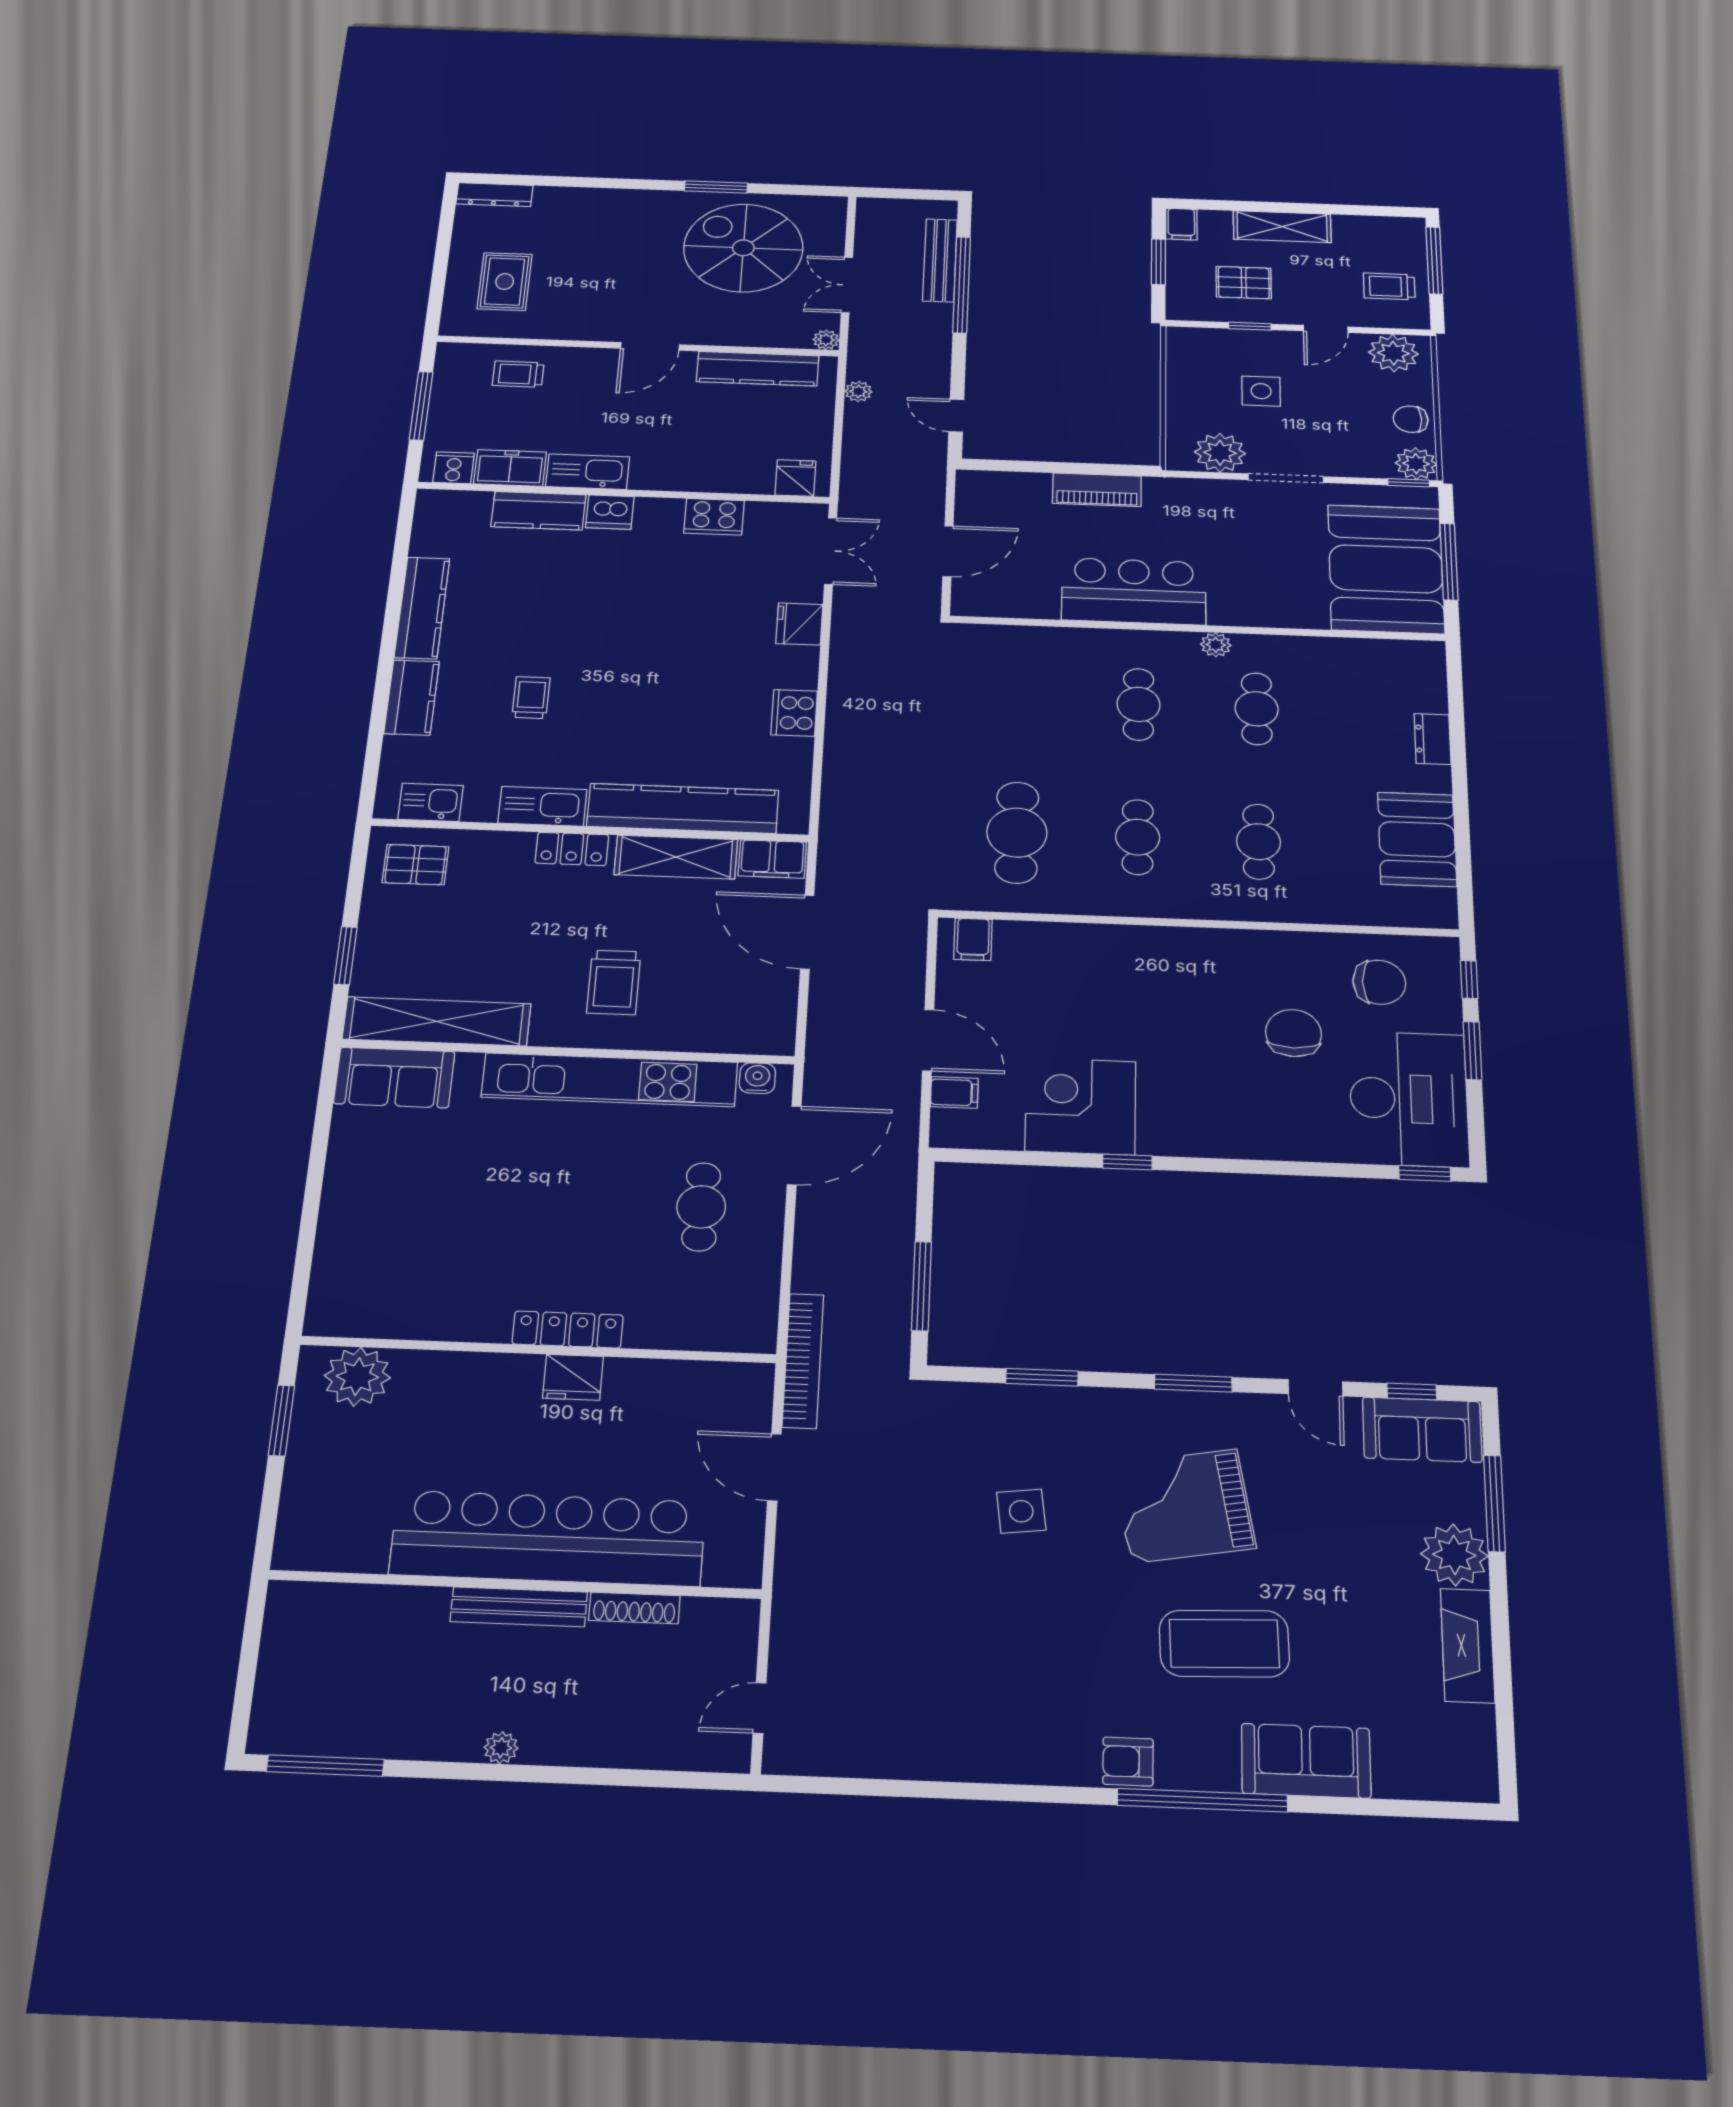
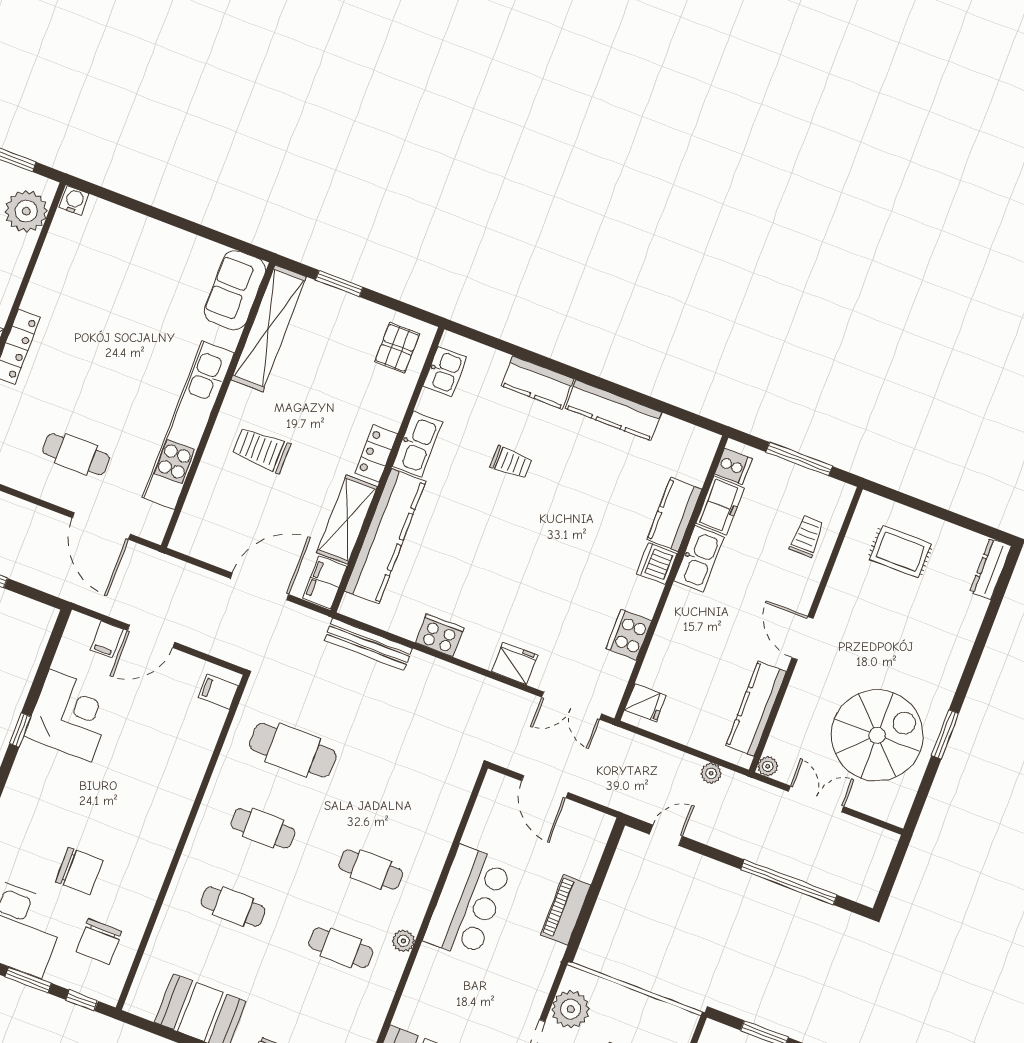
bench: (940, 260) -> (368, 644), moved
water cooler: (757, 1078) -> (74, 201), moved, turned -90

